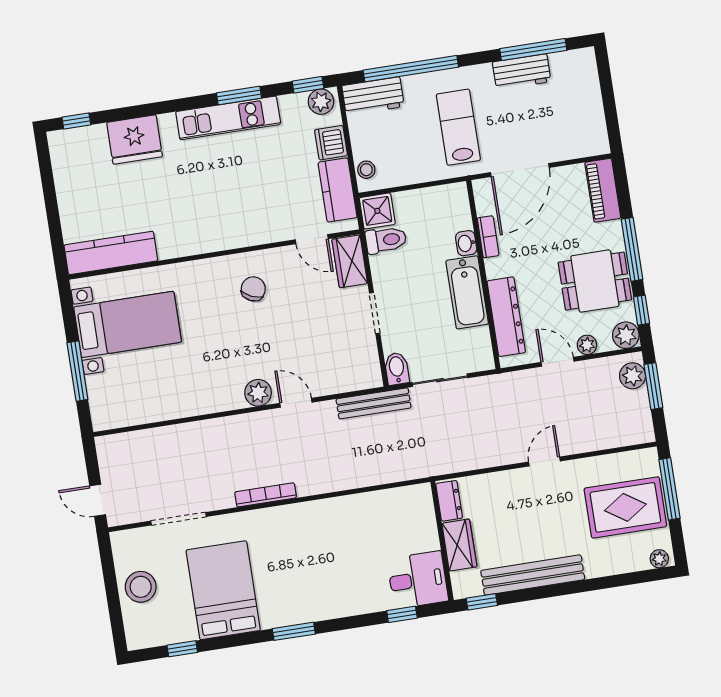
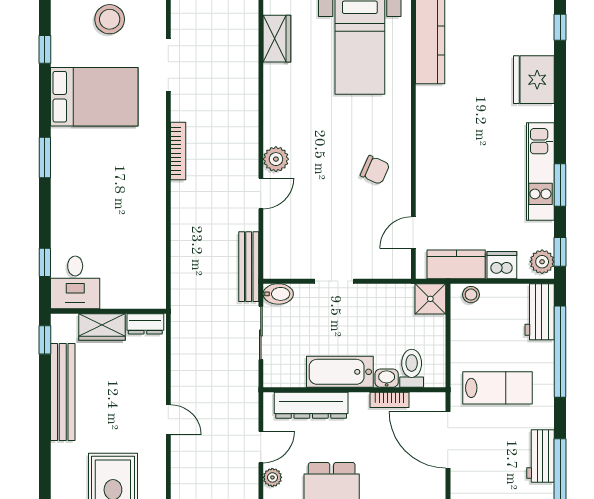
toilet: (386, 240) -> (412, 368), moved, turned 180
wardrobe: (350, 261) -> (277, 39), moved, turned 90

